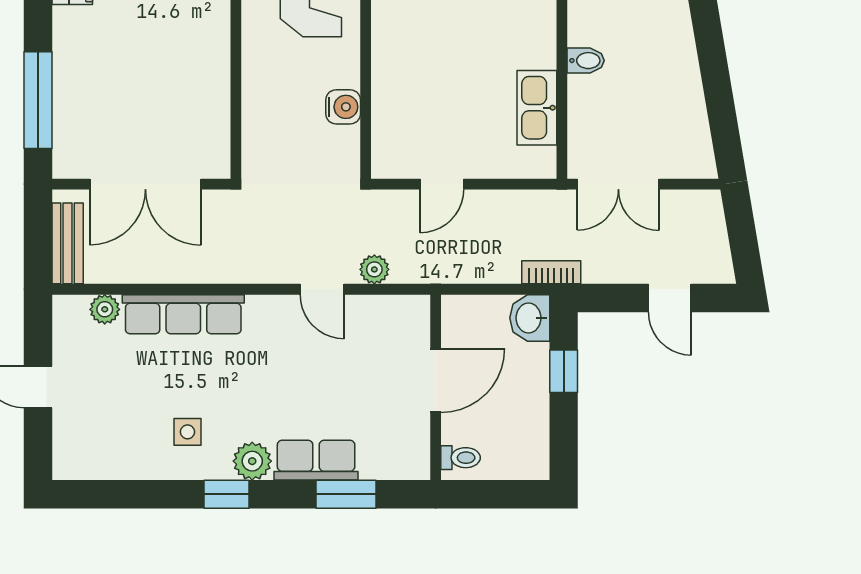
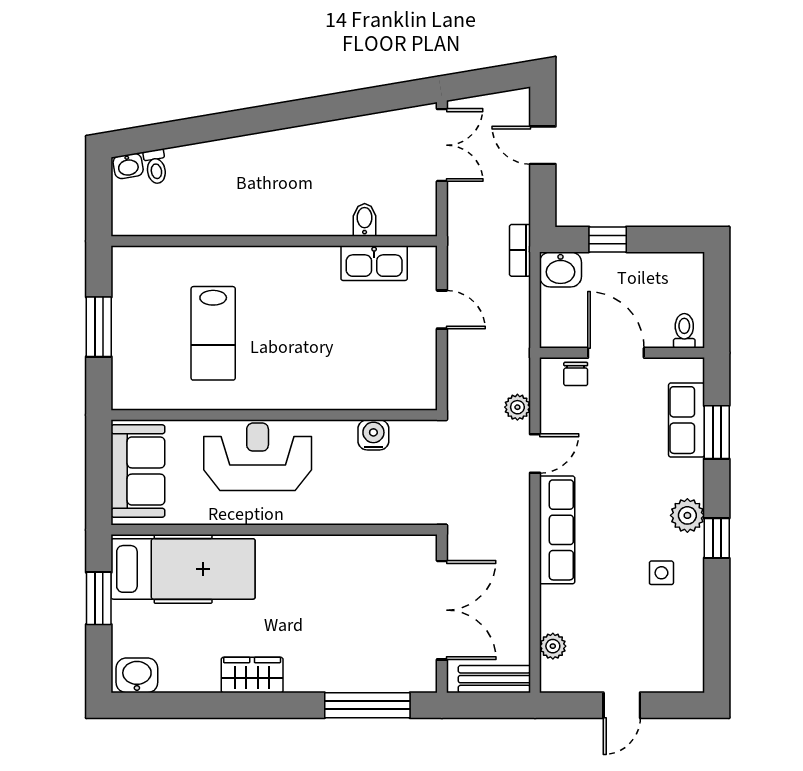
bidet: (586, 61) -> (365, 220), moved
door: (442, 184) -> (442, 310), moved
double door: (618, 184) -> (442, 145), moved
door: (670, 298) -> (543, 145), swing flipped
row of seats: (183, 314) -> (557, 530), moved
chair: (412, 335) -> (576, 374), added
row of seats: (316, 460) -> (687, 420), moved

